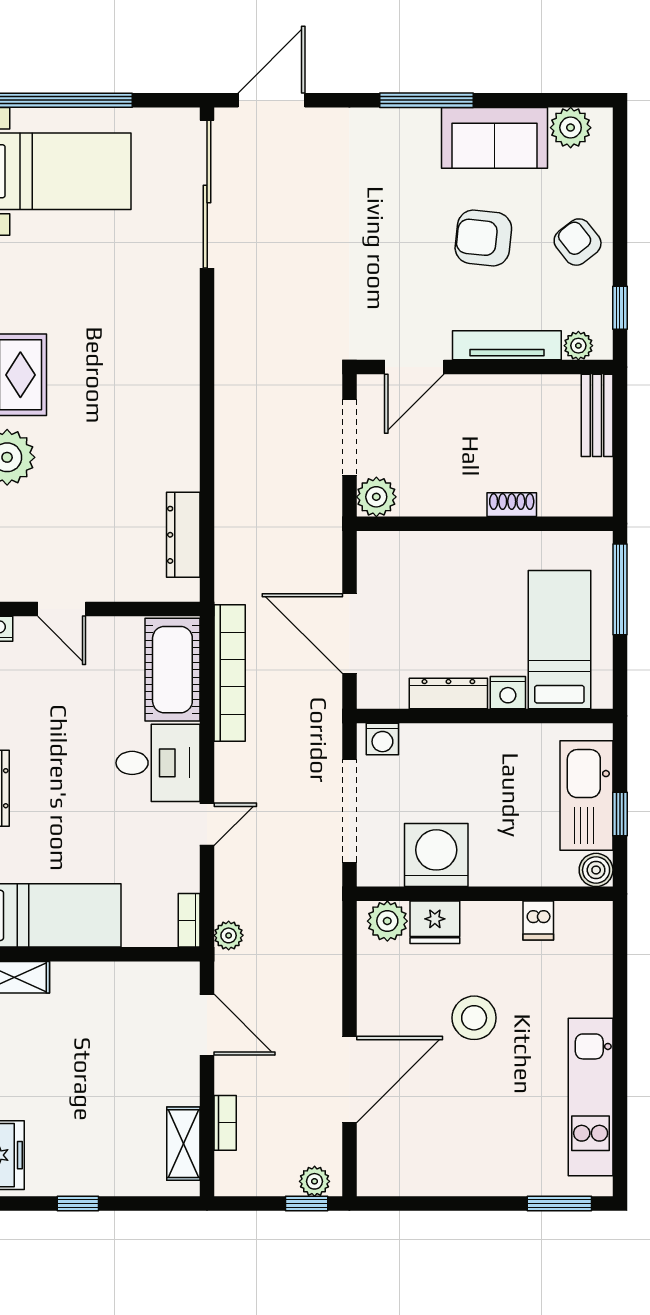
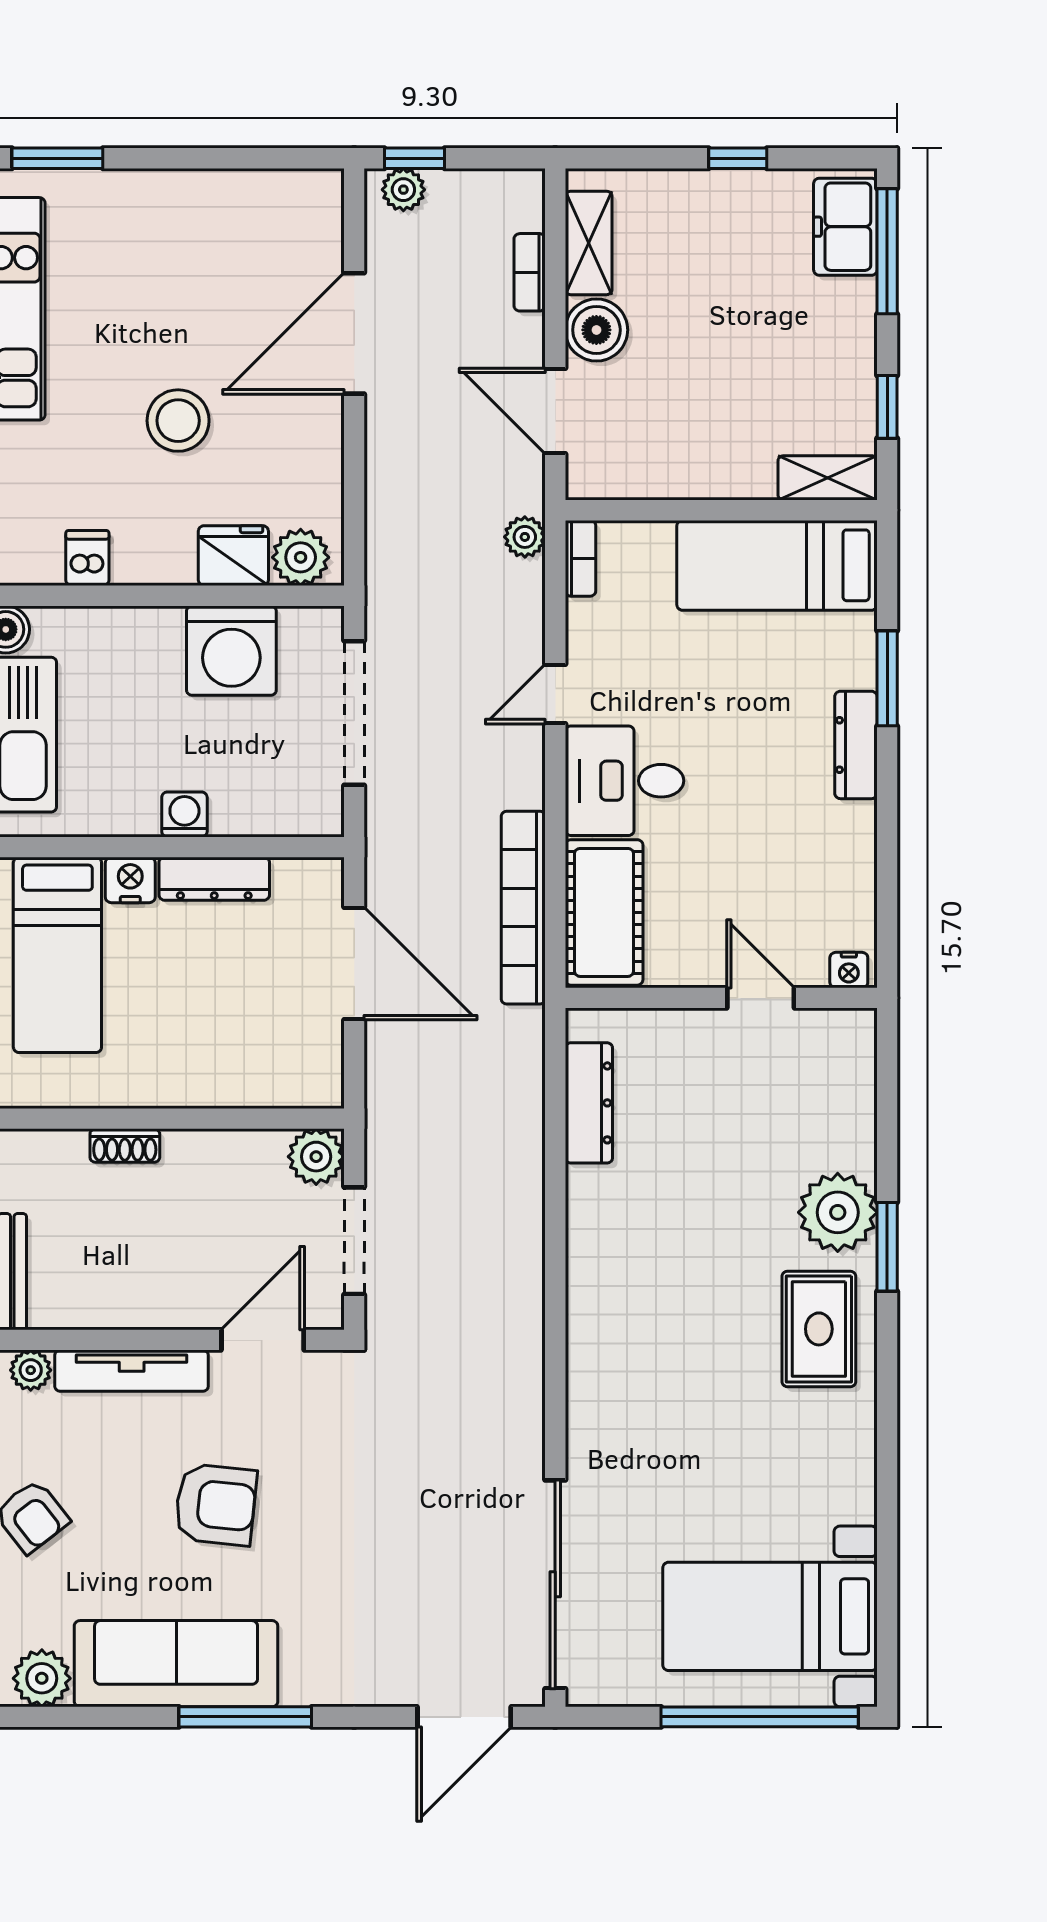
sofa: (495, 138) -> (176, 1664), width x1.36
armchair: (483, 238) -> (216, 1505), moved
washing machine: (382, 739) -> (184, 814), moved
boiler: (178, 1082) -> (596, 330), added

